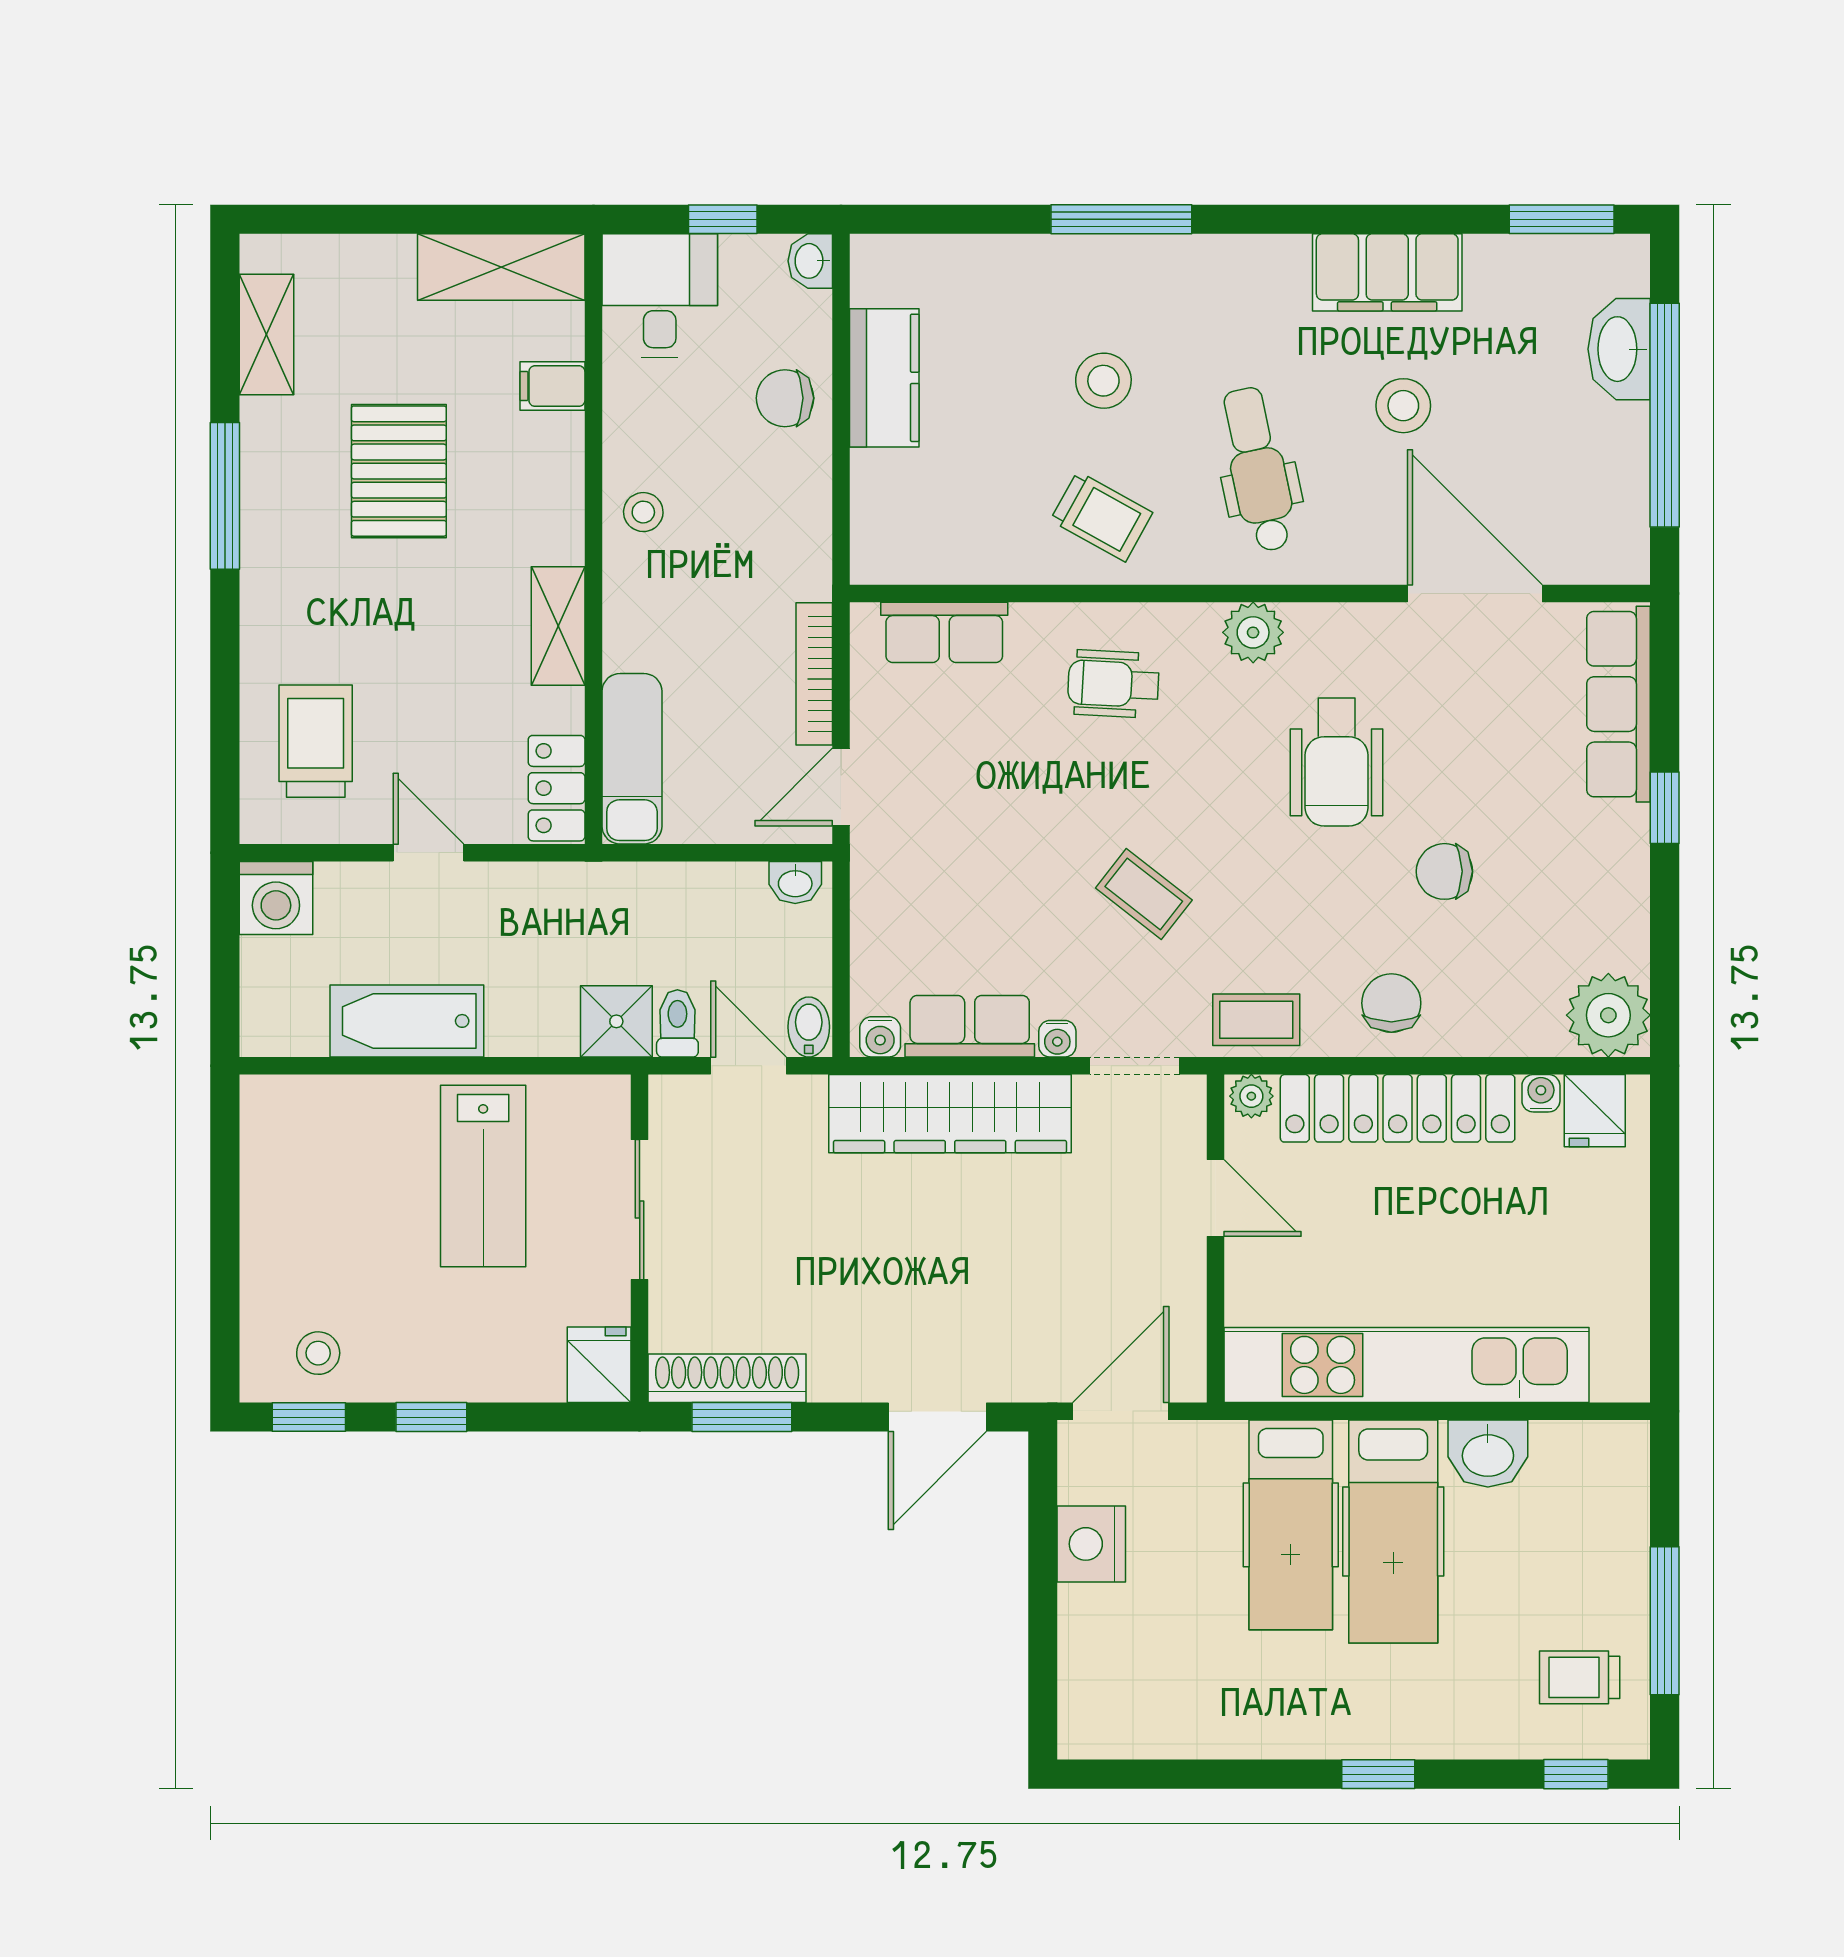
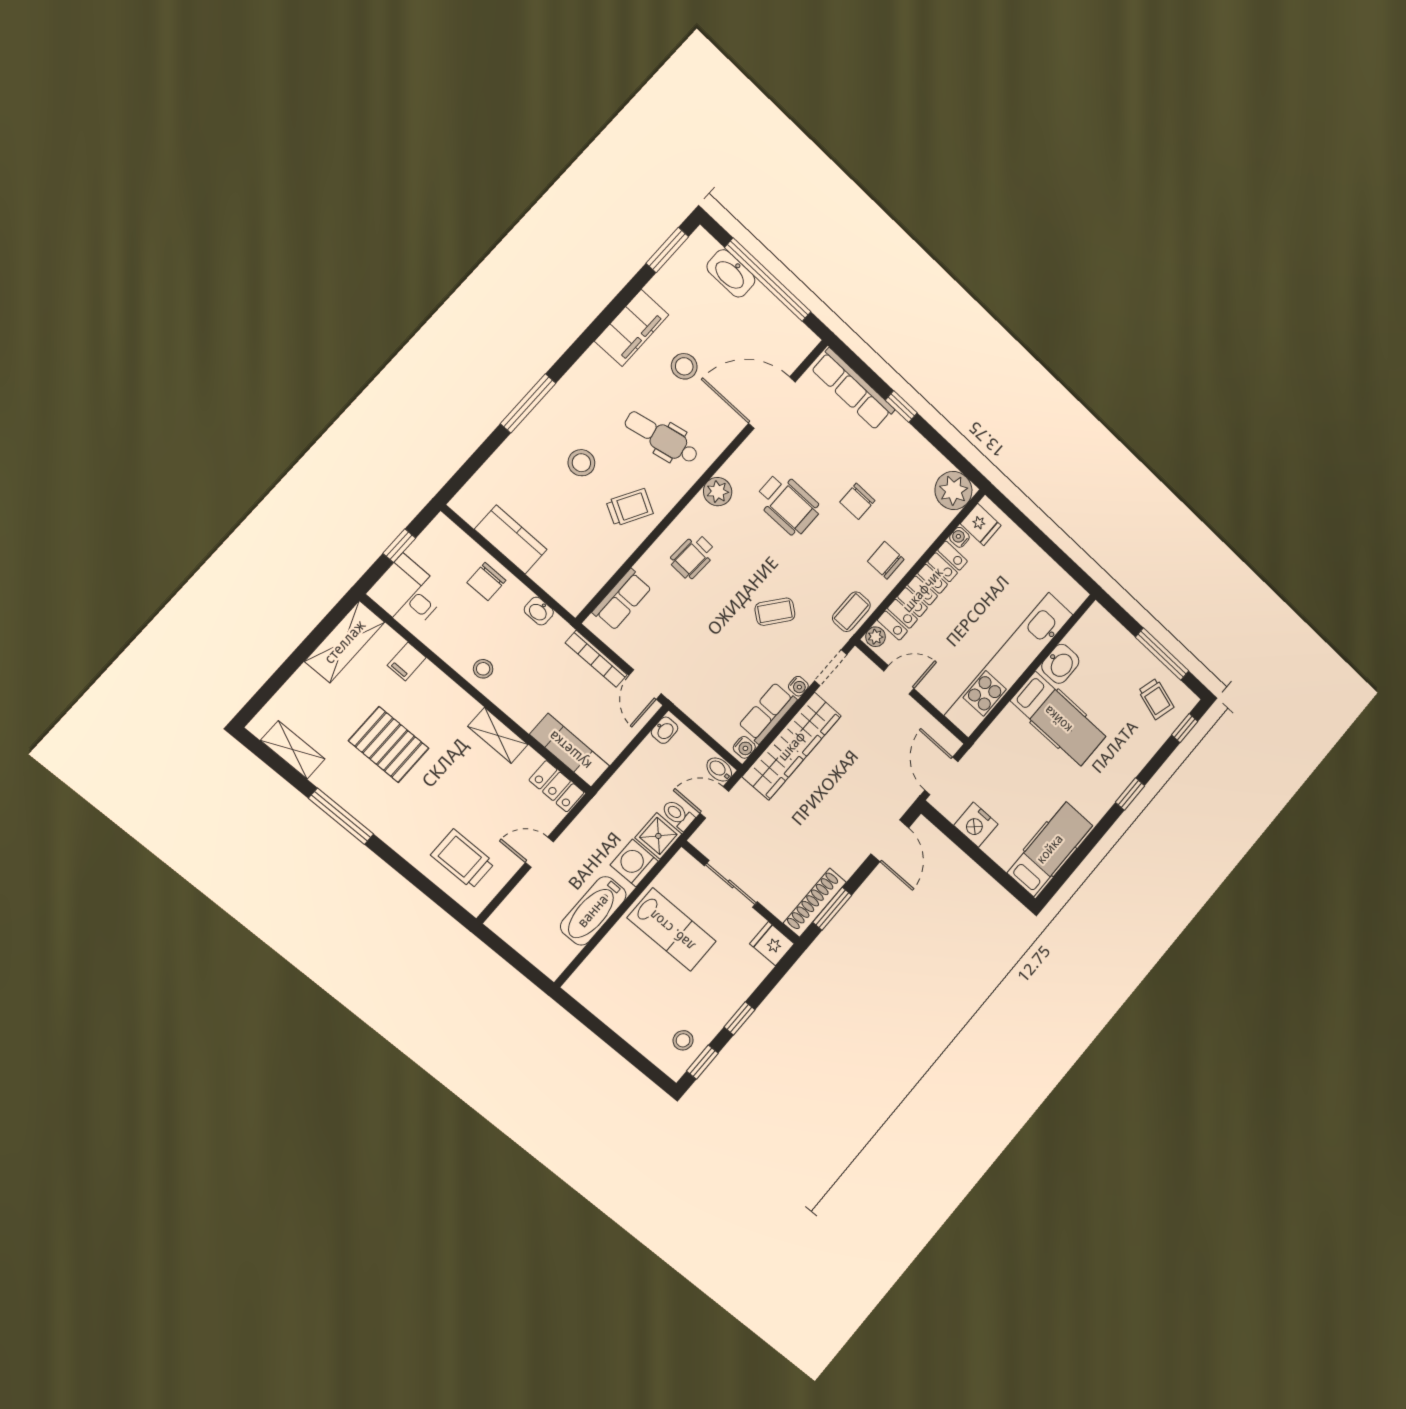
washbasin: (810, 261) -> (539, 611), moved
washing machine: (276, 898) -> (634, 863), moved, turned 180
hospital bed: (1291, 1525) -> (1050, 849), moved, turned -90
trolley: (1580, 1677) -> (1156, 699), turned -74

